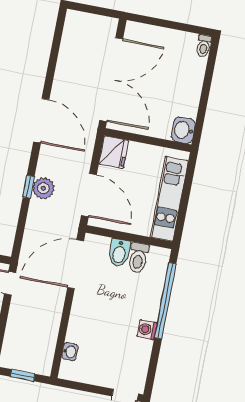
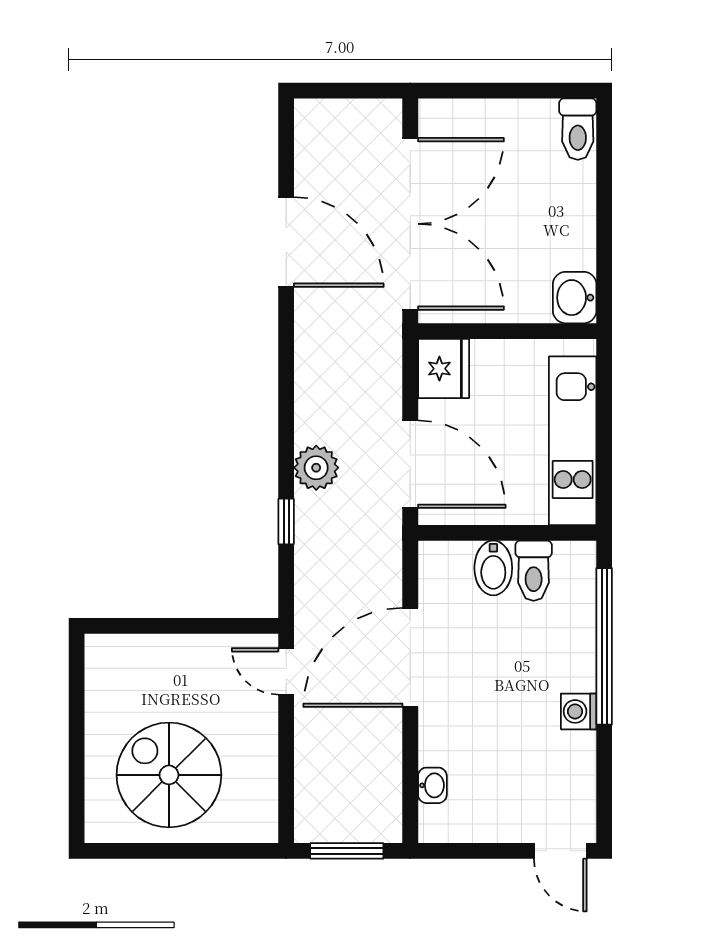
toilet: (204, 46) -> (578, 129), width x1.37, depth x1.39
door: (41, 121) -> (286, 242), moved
window: (29, 187) -> (286, 521), moved
door: (76, 264) -> (410, 657), moved
window: (23, 375) -> (347, 851), width x1.50

